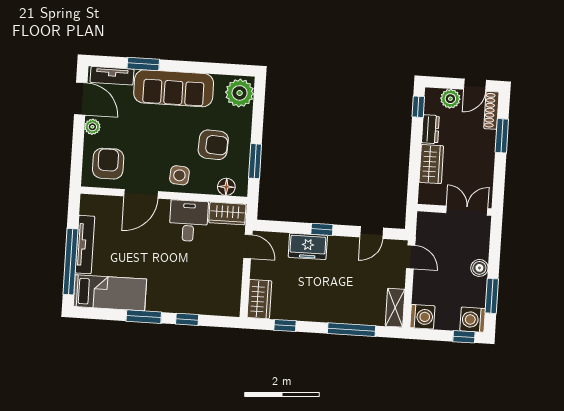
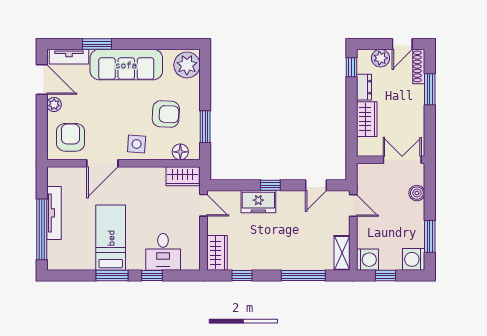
desk: (189, 221) -> (163, 252), moved, turned 180
boiler: (479, 268) -> (417, 193), moved
bed: (110, 293) -> (111, 238), moved, turned -90
window: (464, 337) -> (386, 276), moved

